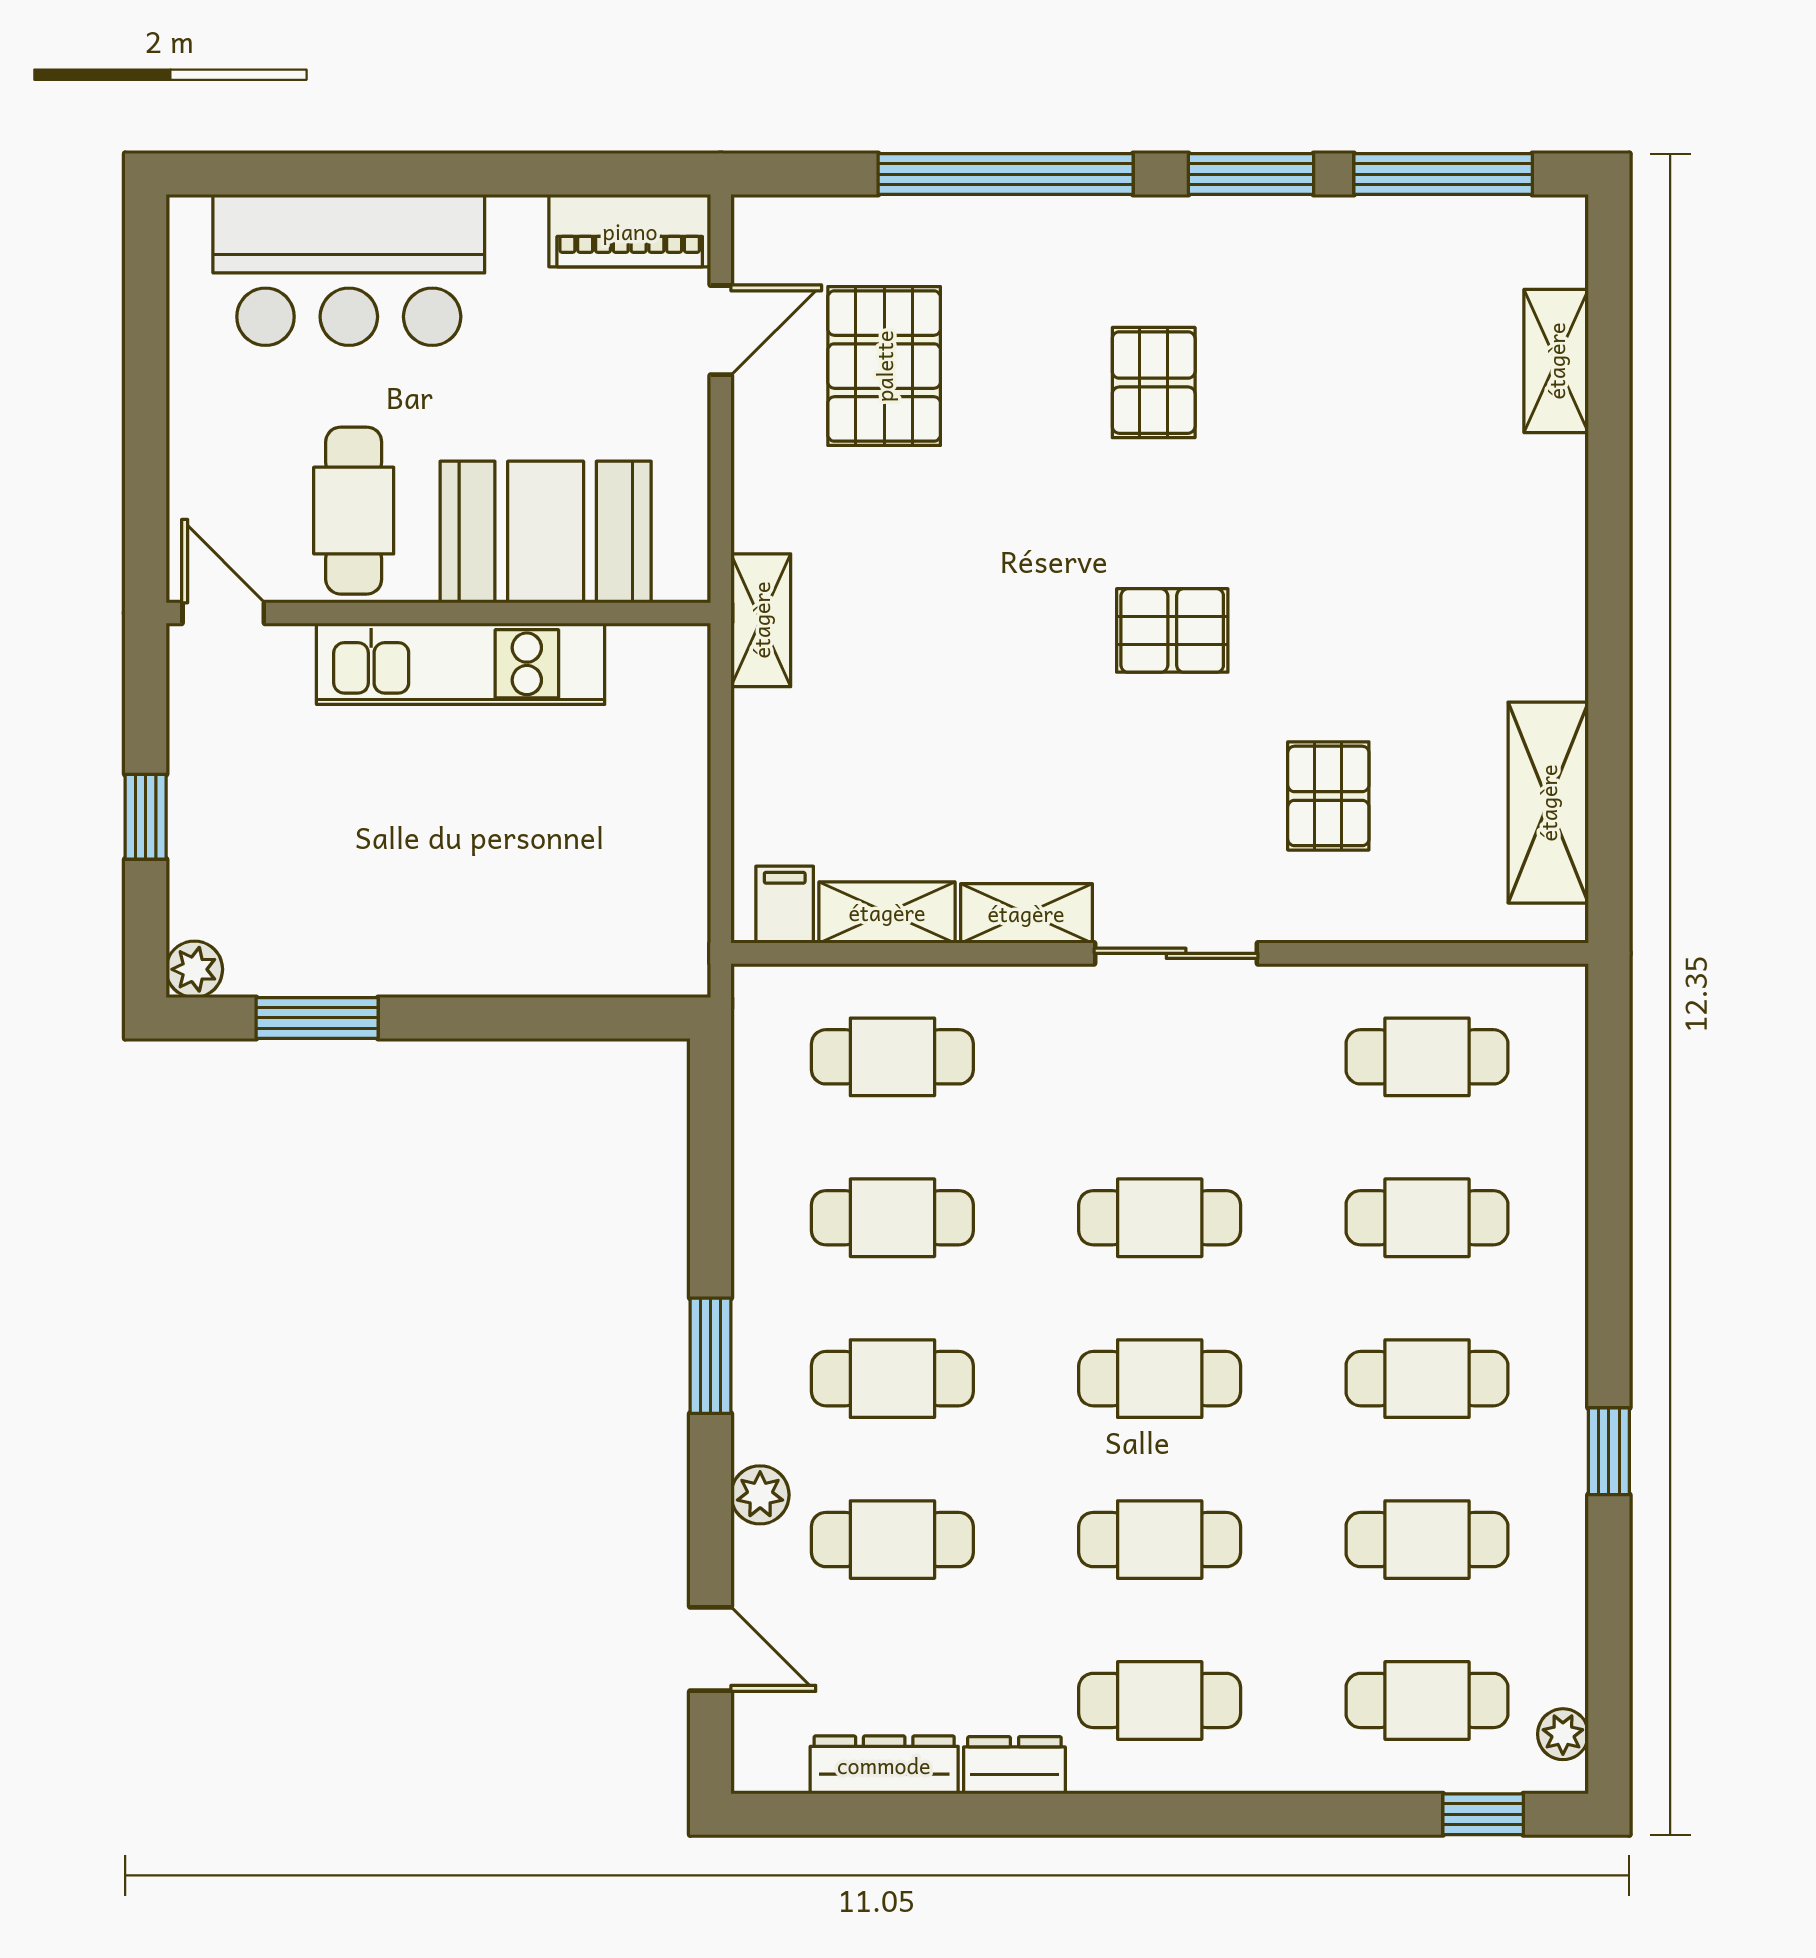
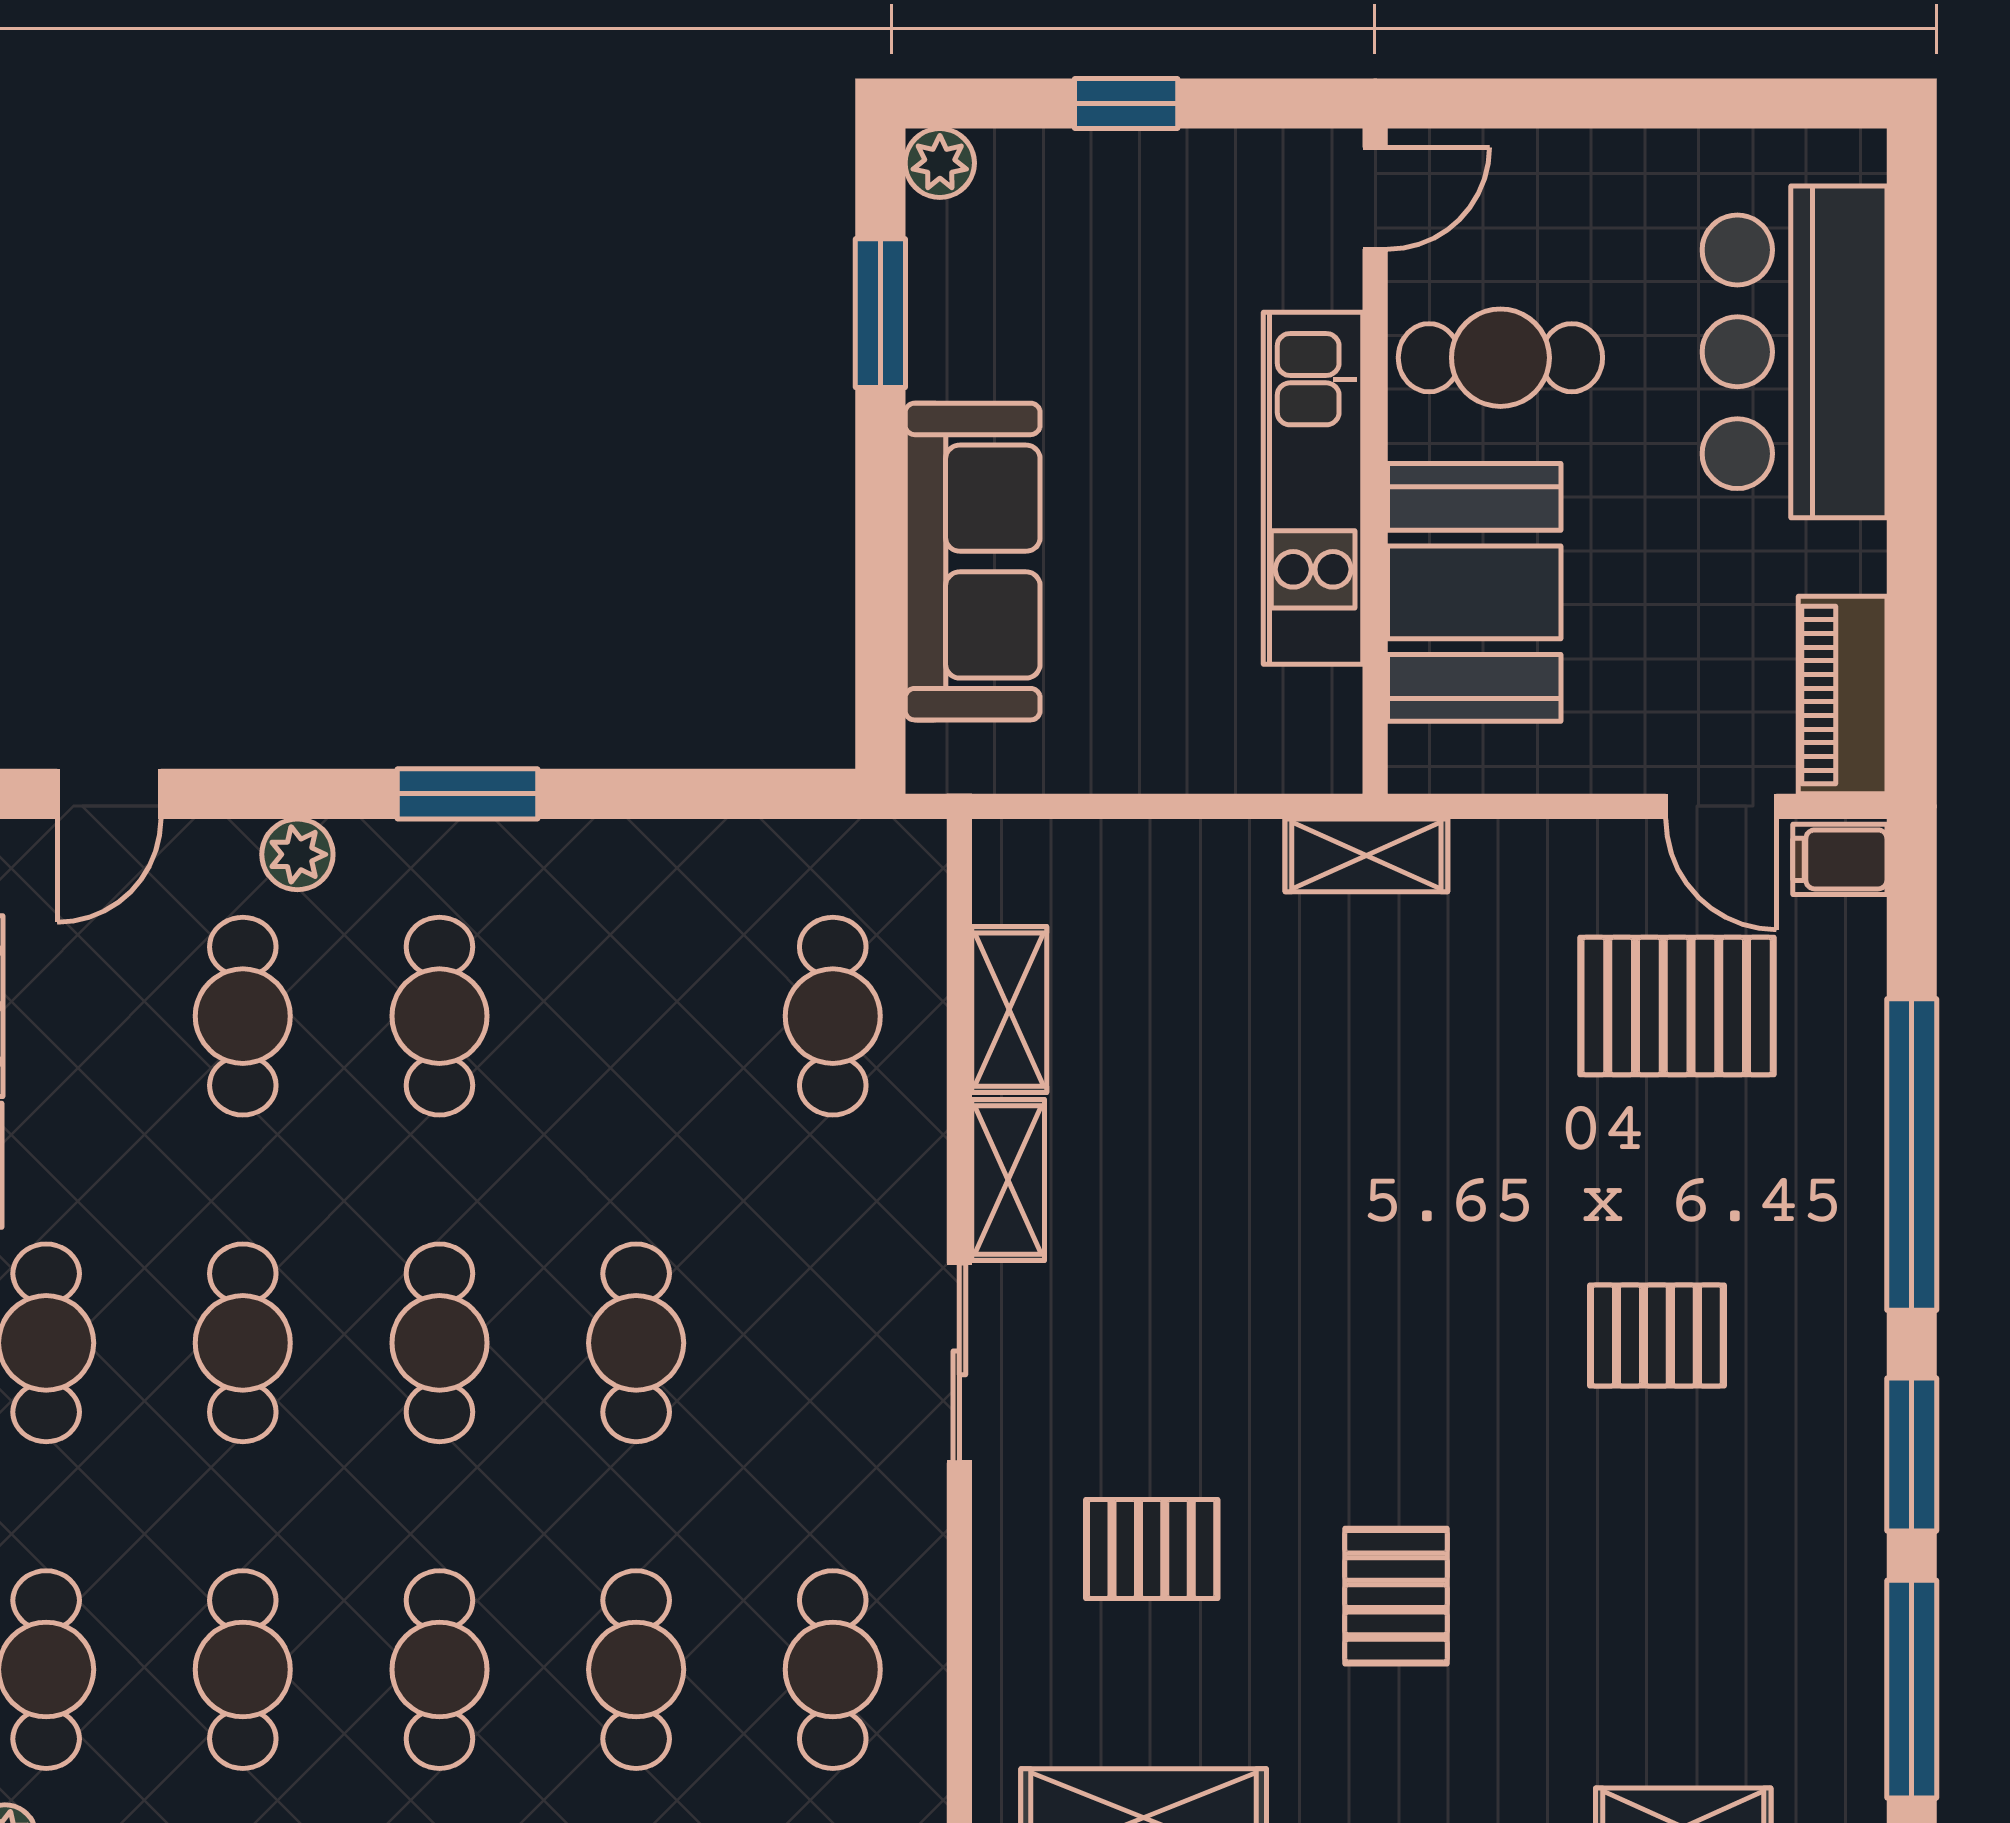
pallet: (1172, 630) -> (1396, 1596), moved
filing cabinet: (785, 905) -> (1840, 859), moved, turned 180
sofa: (520, 942) -> (973, 562), added
cafe table: (892, 1218) -> (636, 1016), removed

